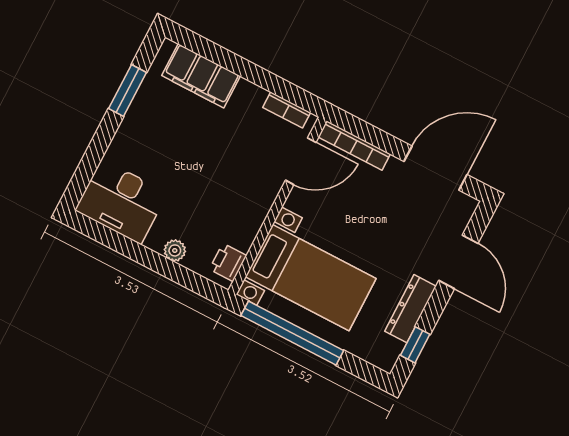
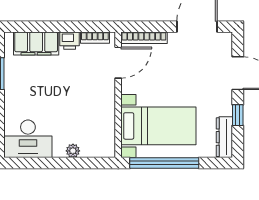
printer: (228, 262) -> (70, 41), moved, turned -90
dresser: (411, 309) -> (224, 137), moved
window: (415, 345) -> (238, 115), moved

